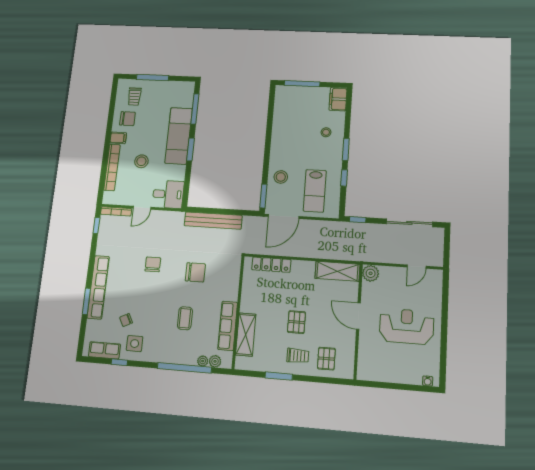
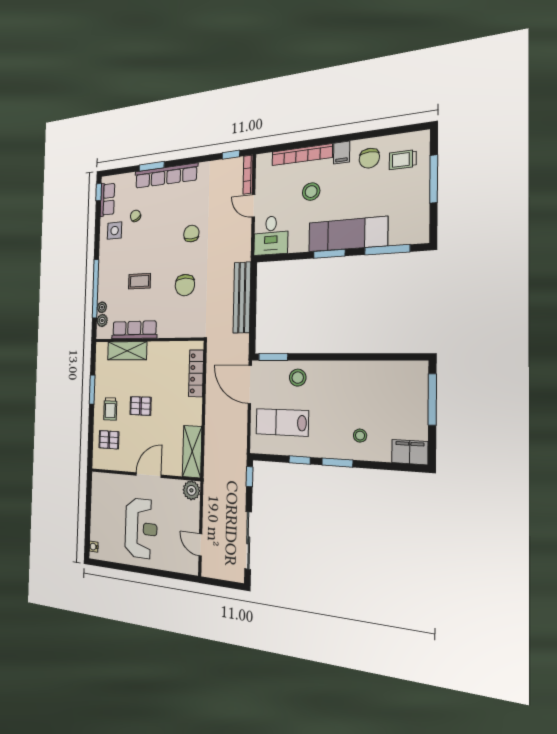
chair: (153, 264) -> (191, 233), turned -90
window: (119, 362) -> (99, 192), moved

